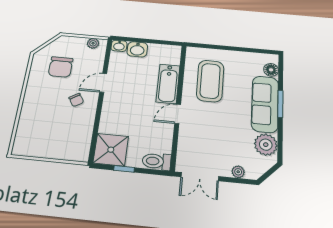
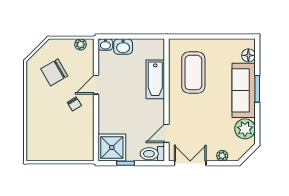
chair: (61, 67) -> (54, 72), turned 60
door: (178, 114) -> (167, 133), moved
double door: (200, 177) -> (190, 163), swing flipped

